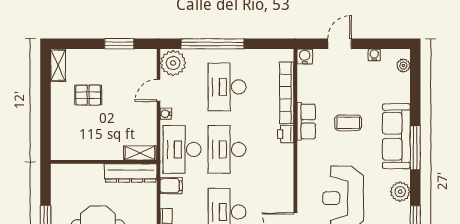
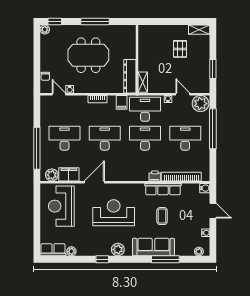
row of seats: (306, 121) -> (163, 189), width x1.48
window: (415, 148) -> (165, 259), moved

